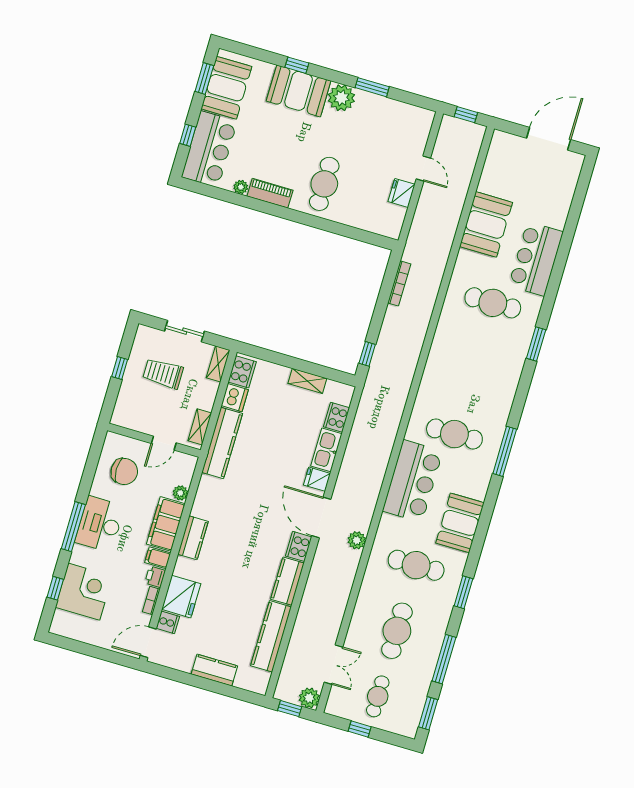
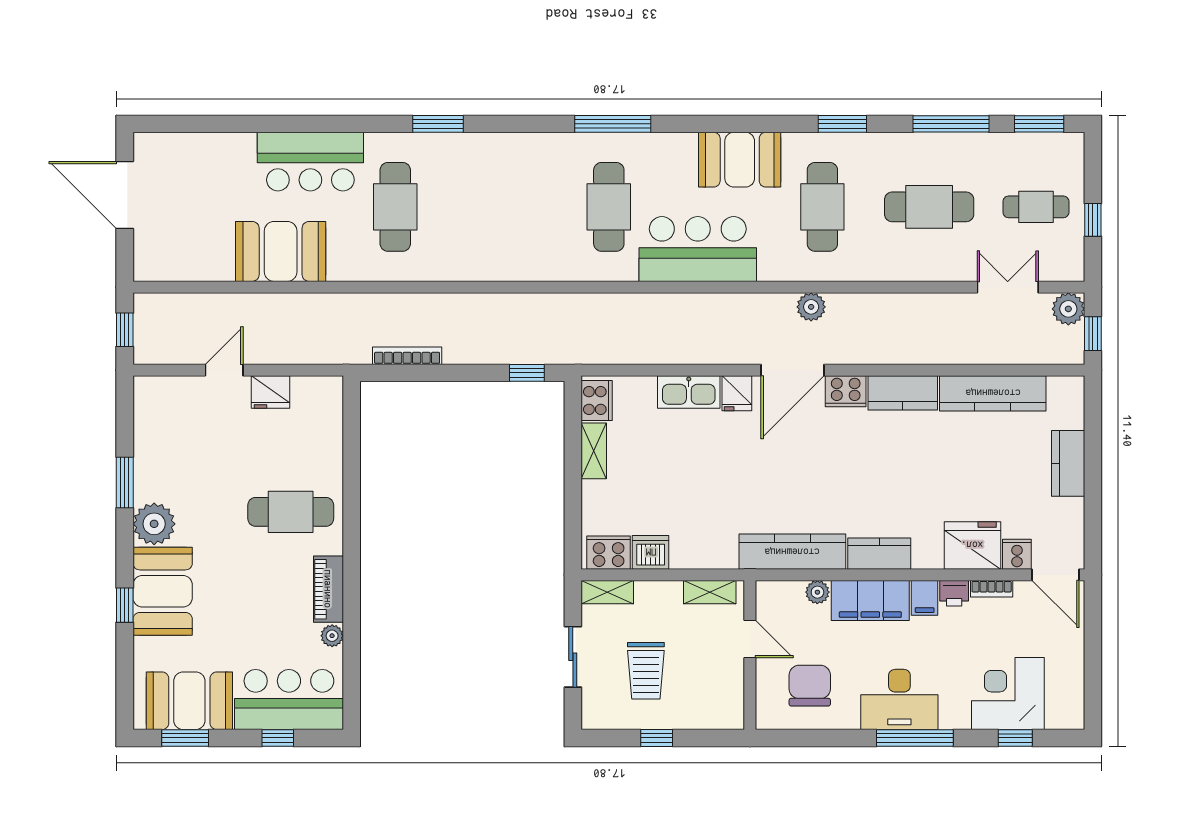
cooker: (336, 417) -> (597, 401), moved, turned -90
kitchen counter: (222, 443) -> (792, 552), moved

